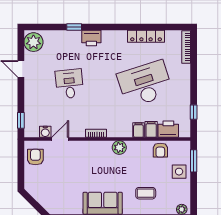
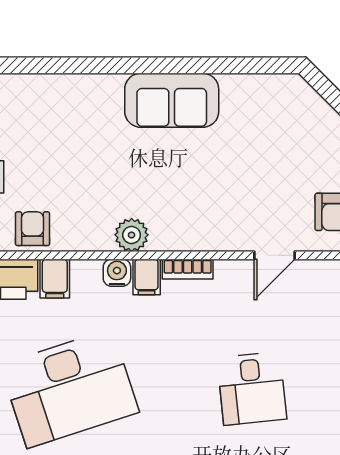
filing cabinet: (138, 130) -> (147, 277), moved
water cooler: (45, 132) -> (117, 273), moved
coffee table: (146, 193) -> (68, 125), removed

